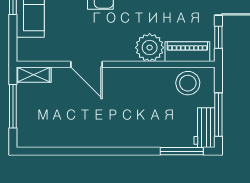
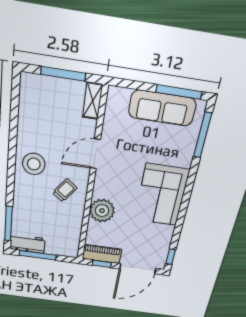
piano: (187, 52) -> (102, 254), moved, turned -90
stool: (188, 83) -> (34, 164), moved
trolley: (132, 92) -> (65, 190), added

